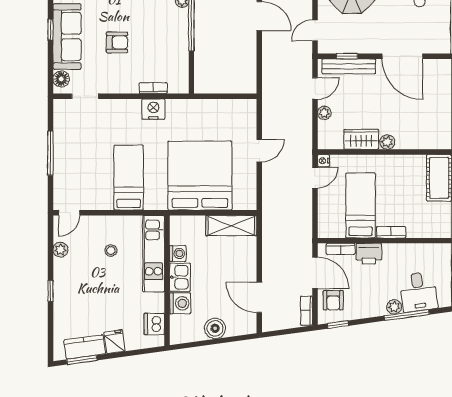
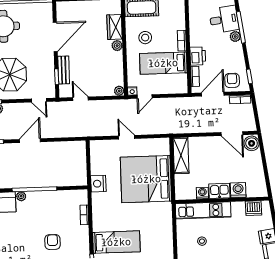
bench: (349, 66) -> (64, 70), width x0.73
nightstand: (153, 109) -> (98, 184), moved
plant: (324, 113) -> (119, 91), moved
wardrobe: (361, 139) -> (115, 27), moved
bed: (129, 178) -> (116, 242), moved, turned 180
door: (315, 178) -> (145, 97), swing flipped
stool: (397, 181) -> (145, 38), added
door: (259, 297) -> (232, 134), hinge flipped
armchair: (333, 300) -> (232, 80), turned -90
boiler: (215, 328) -> (252, 143), moved

